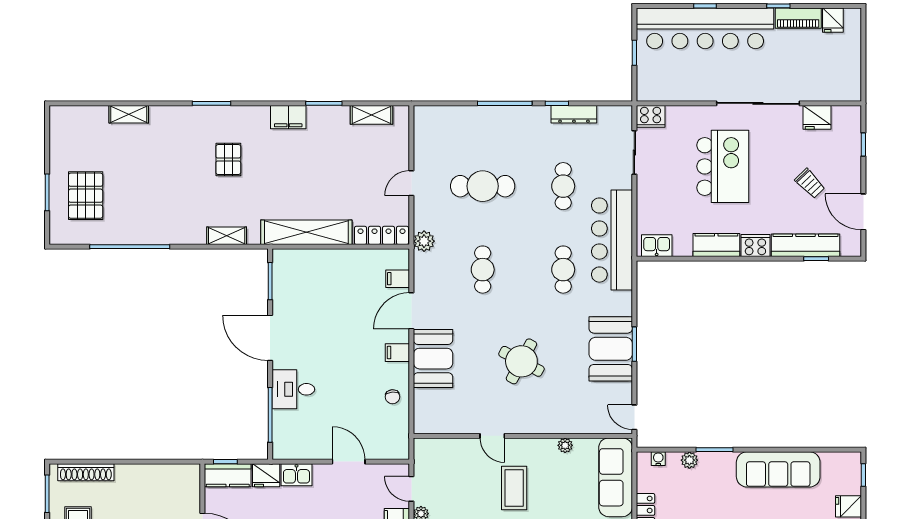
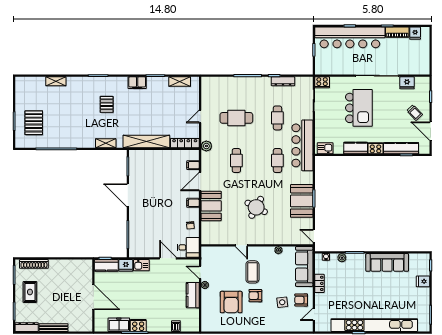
trolley: (810, 184) -> (415, 113), moved
desk: (293, 389) -> (188, 247), moved, turned 180

